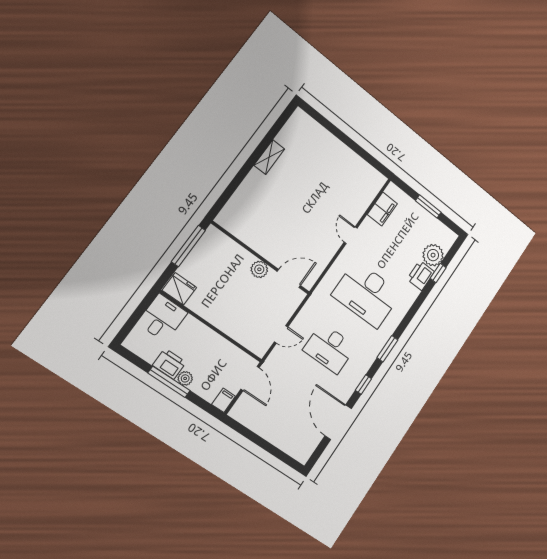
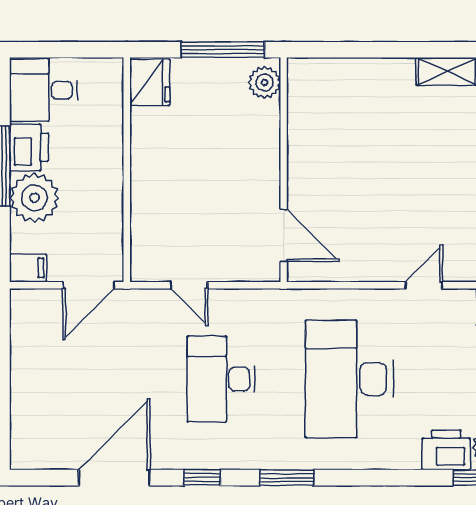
plant: (259, 269) -> (264, 82), moved
desk: (162, 318) -> (44, 90), moved, turned 180
plant: (185, 378) -> (34, 198), width x1.87, depth x1.87

